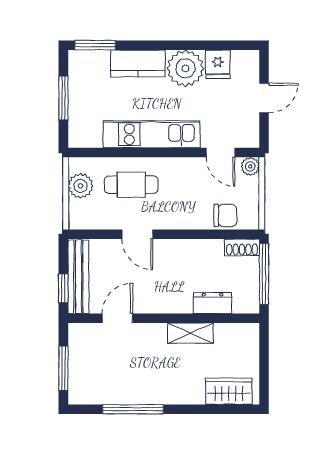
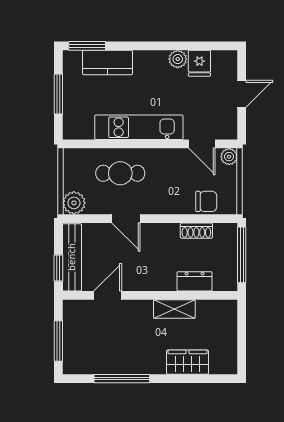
kitchen counter: (138, 63) -> (107, 62), moved
plant: (185, 68) -> (178, 59), width x0.53, depth x0.53
plant: (81, 186) -> (74, 203), moved
shoe rack: (242, 247) -> (196, 231), moved
wardrobe: (229, 391) -> (188, 362), moved

